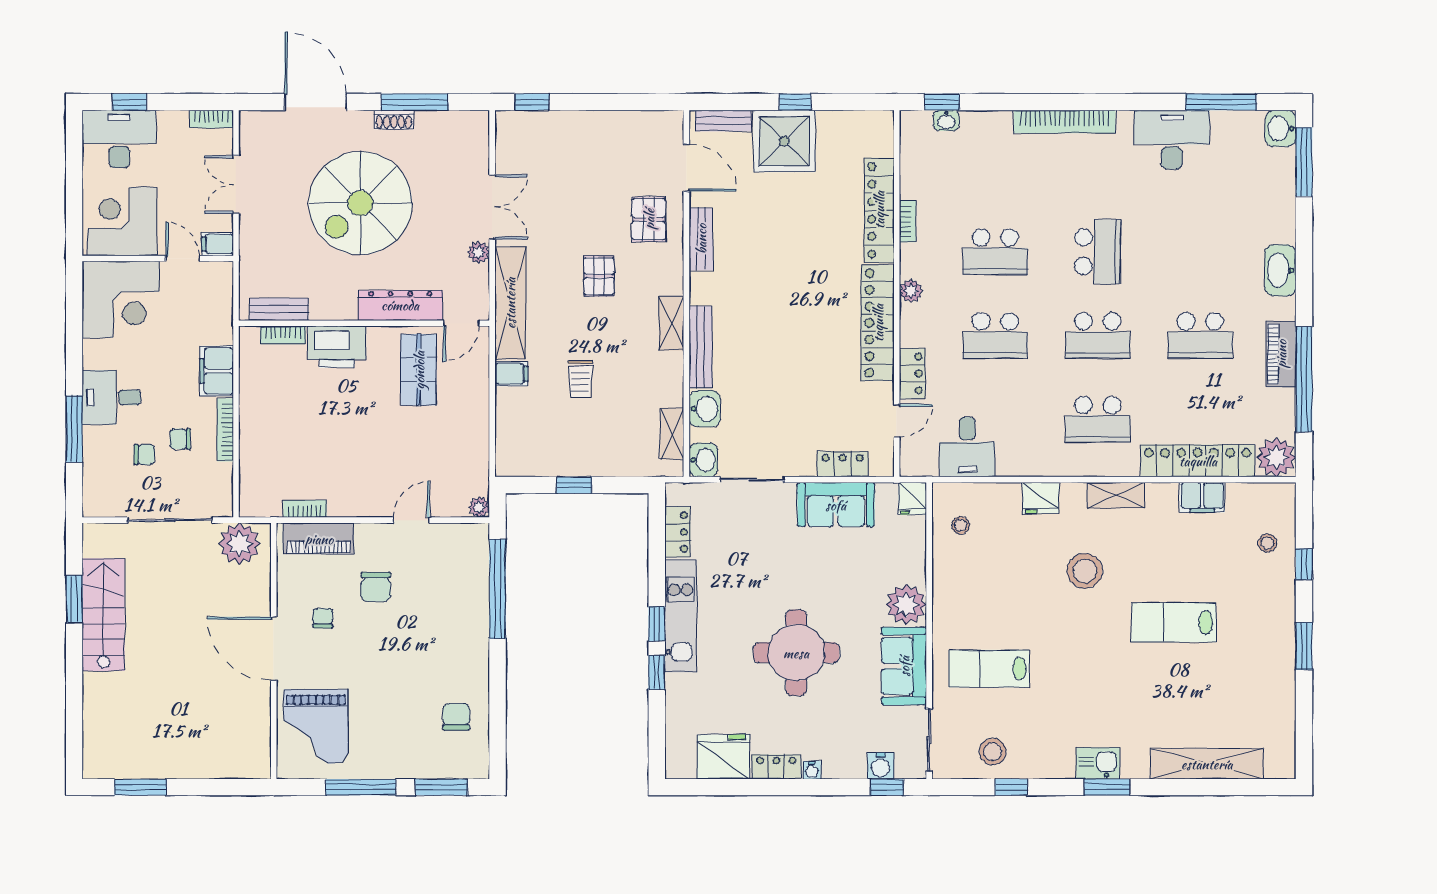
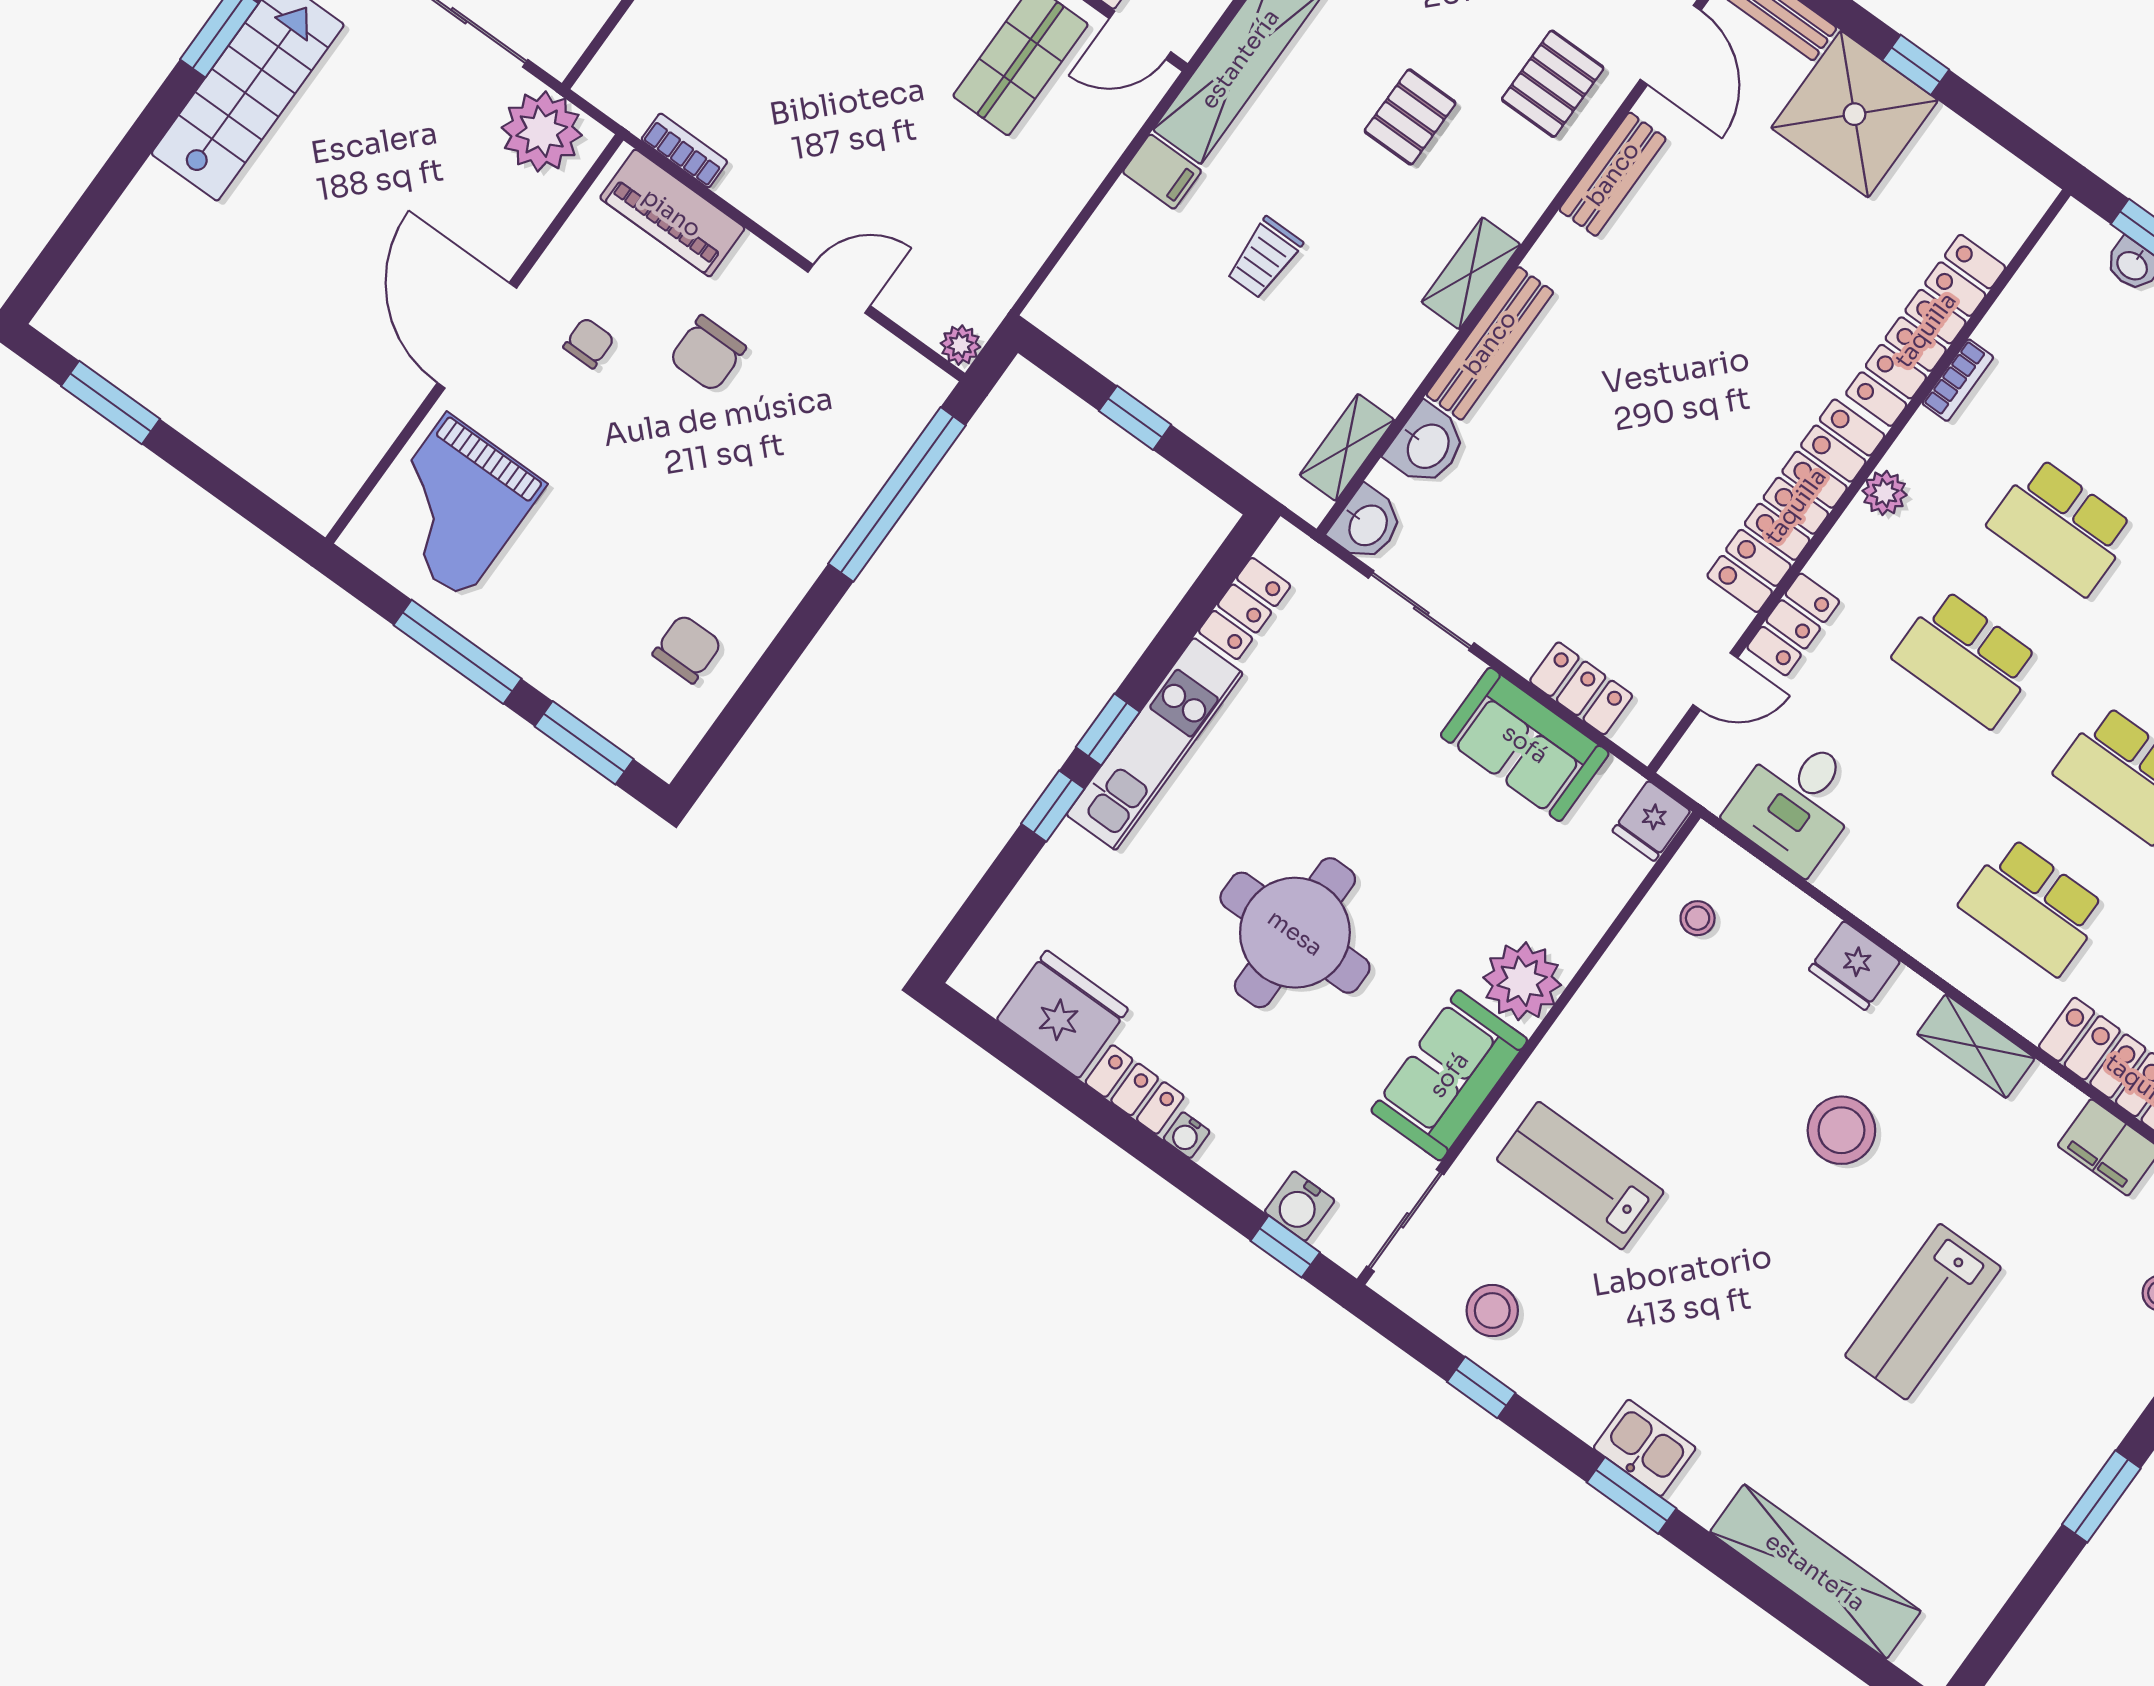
lab bench: (1174, 622) -> (1923, 1312), turned -90

